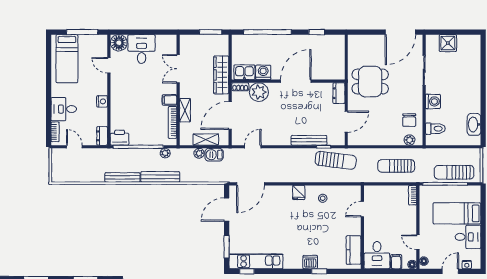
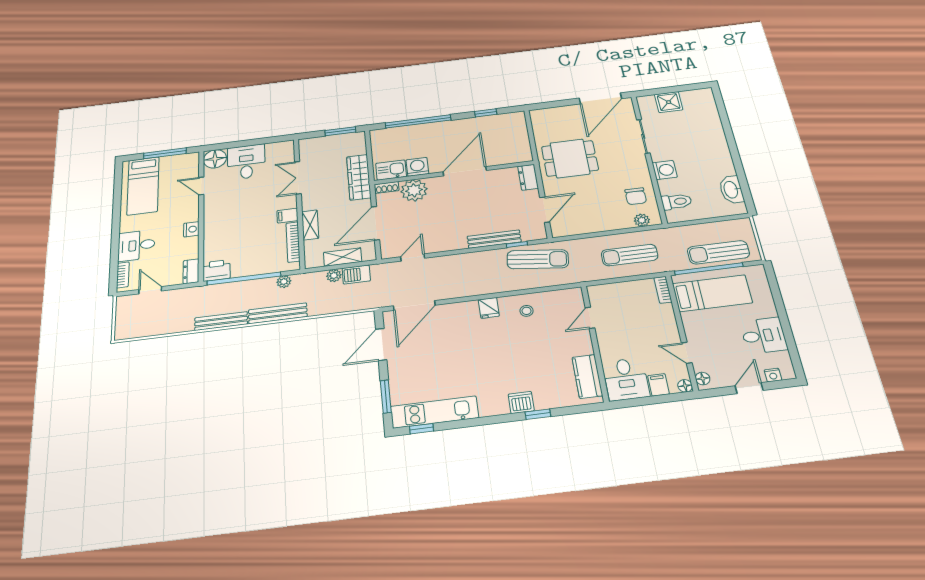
bed: (457, 213) -> (712, 293), moved, turned 180

